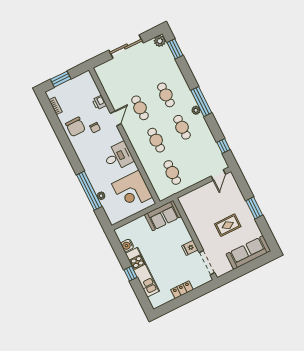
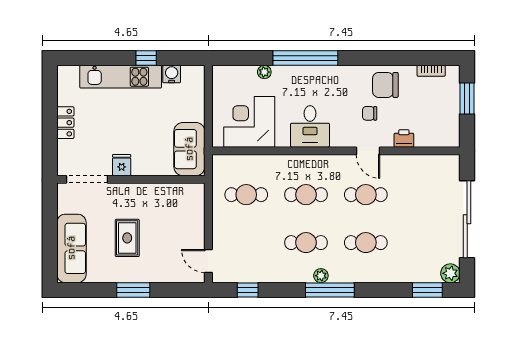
sliding door: (126, 47) -> (467, 219), width x1.36
window: (89, 191) -> (305, 58), moved
window: (130, 273) -> (146, 58), moved

